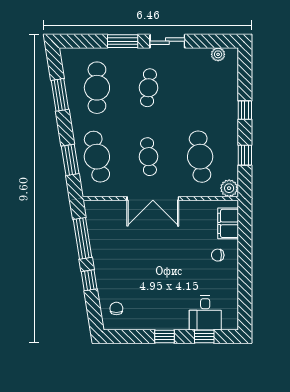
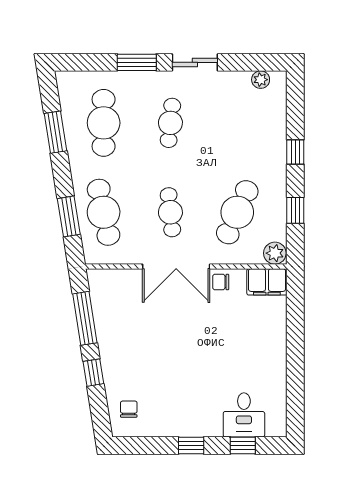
cafe table: (200, 157) -> (237, 212), turned 30
filing cabinet: (228, 223) -> (267, 282), moved, turned -90
chair: (218, 255) -> (221, 282), moved

